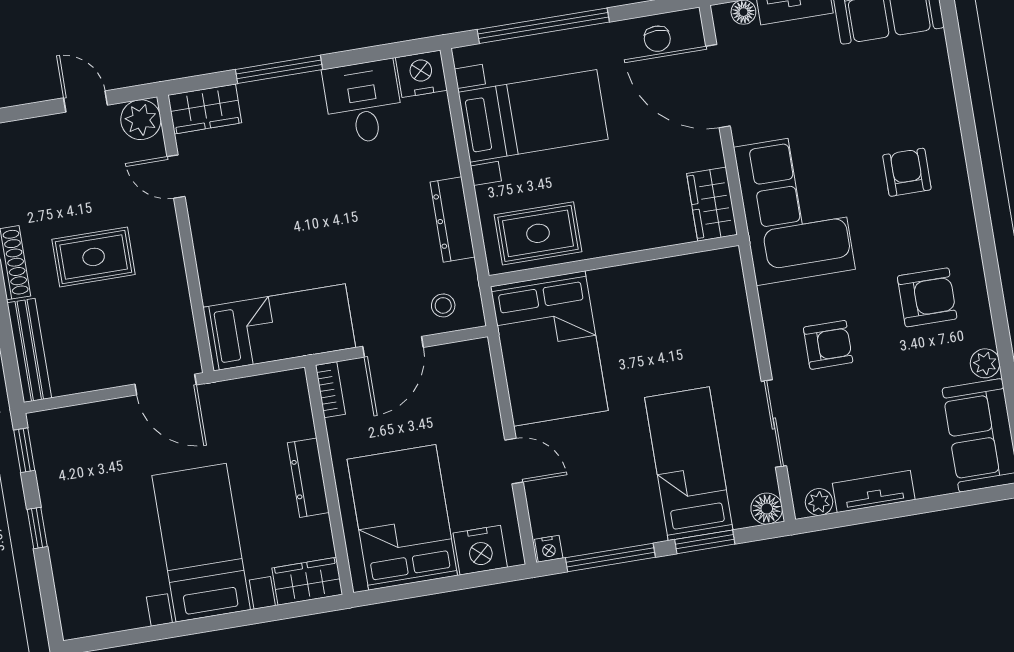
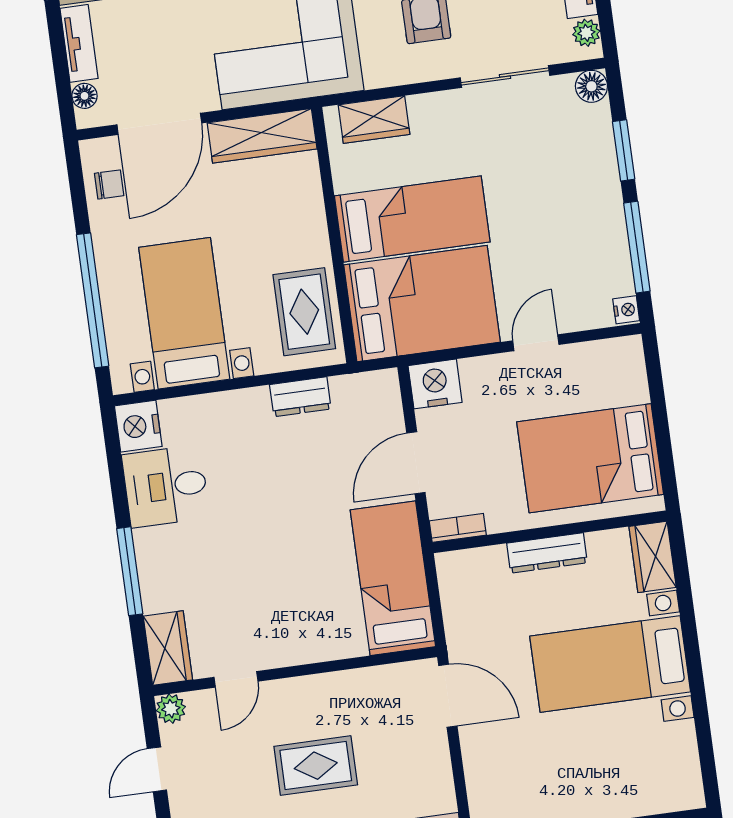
plant: (141, 120) -> (171, 709), width x0.73, depth x0.73
wardrobe: (712, 204) -> (262, 136), width x1.50
dresser: (453, 220) -> (300, 397), width x0.70
rug: (94, 257) -> (316, 766), turned 90
wardrobe: (728, 296) -> (374, 120), added
stool: (443, 305) -> (375, 410), removed
door: (393, 347) -> (416, 463), swing flipped
door: (166, 384) -> (448, 696), hinge flipped
bed: (689, 464) -> (412, 219), moved, turned 180
nightstand: (480, 550) -> (435, 384), moved, turned -90

